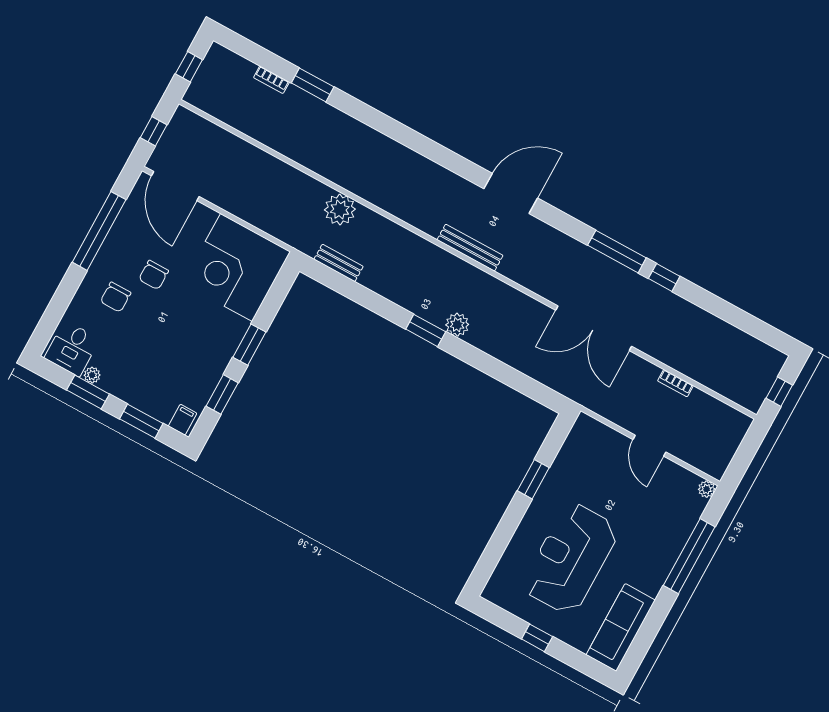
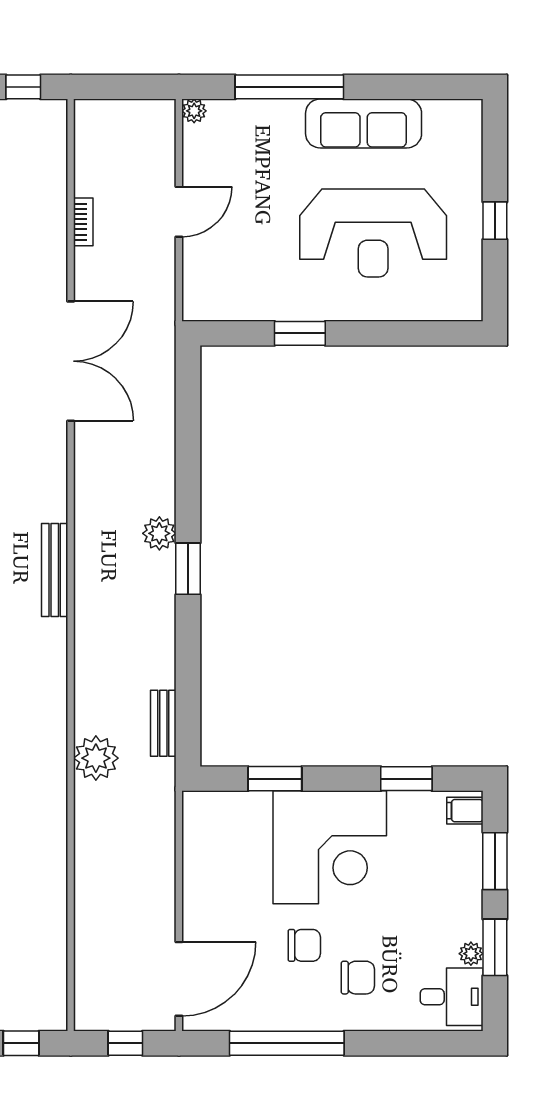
corner desk: (236, 268) -> (330, 847), moved
window: (249, 345) -> (275, 779), moved
sofa: (621, 627) -> (364, 123), moved

